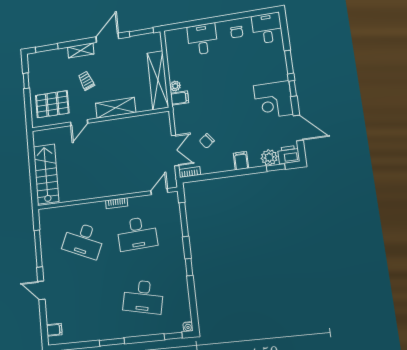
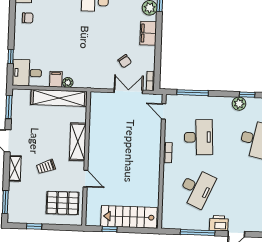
window: (193, 23) -> (11, 57), added
desk: (202, 39) -> (27, 73), moved
filing cabinet: (180, 98) -> (56, 79), moved
pallet: (52, 104) -> (63, 203), turned 90
window: (32, 156) -> (110, 229), added
filing cabinet: (241, 161) -> (148, 33), width x2.00
window: (189, 267) -> (247, 95), moved
printer: (50, 270) -> (219, 223), added
plant: (179, 273) -> (239, 104), added

